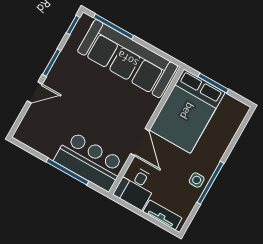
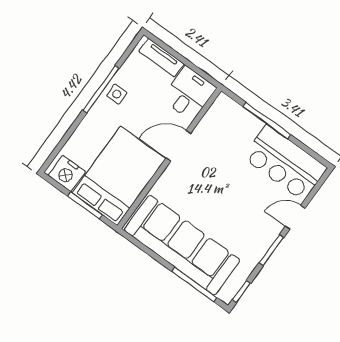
nightstand: (232, 108) -> (67, 174), added
door: (140, 142) -> (178, 146), hinge flipped
bar counter: (90, 161) -> (285, 163), moved

